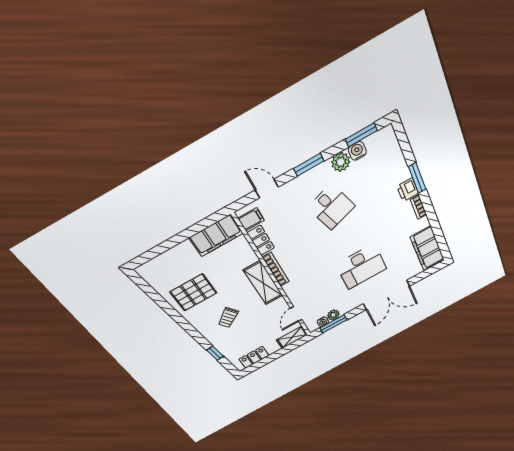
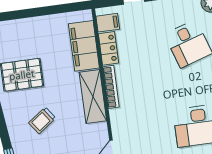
filing cabinet: (216, 236) -> (84, 46), moved, turned 90

